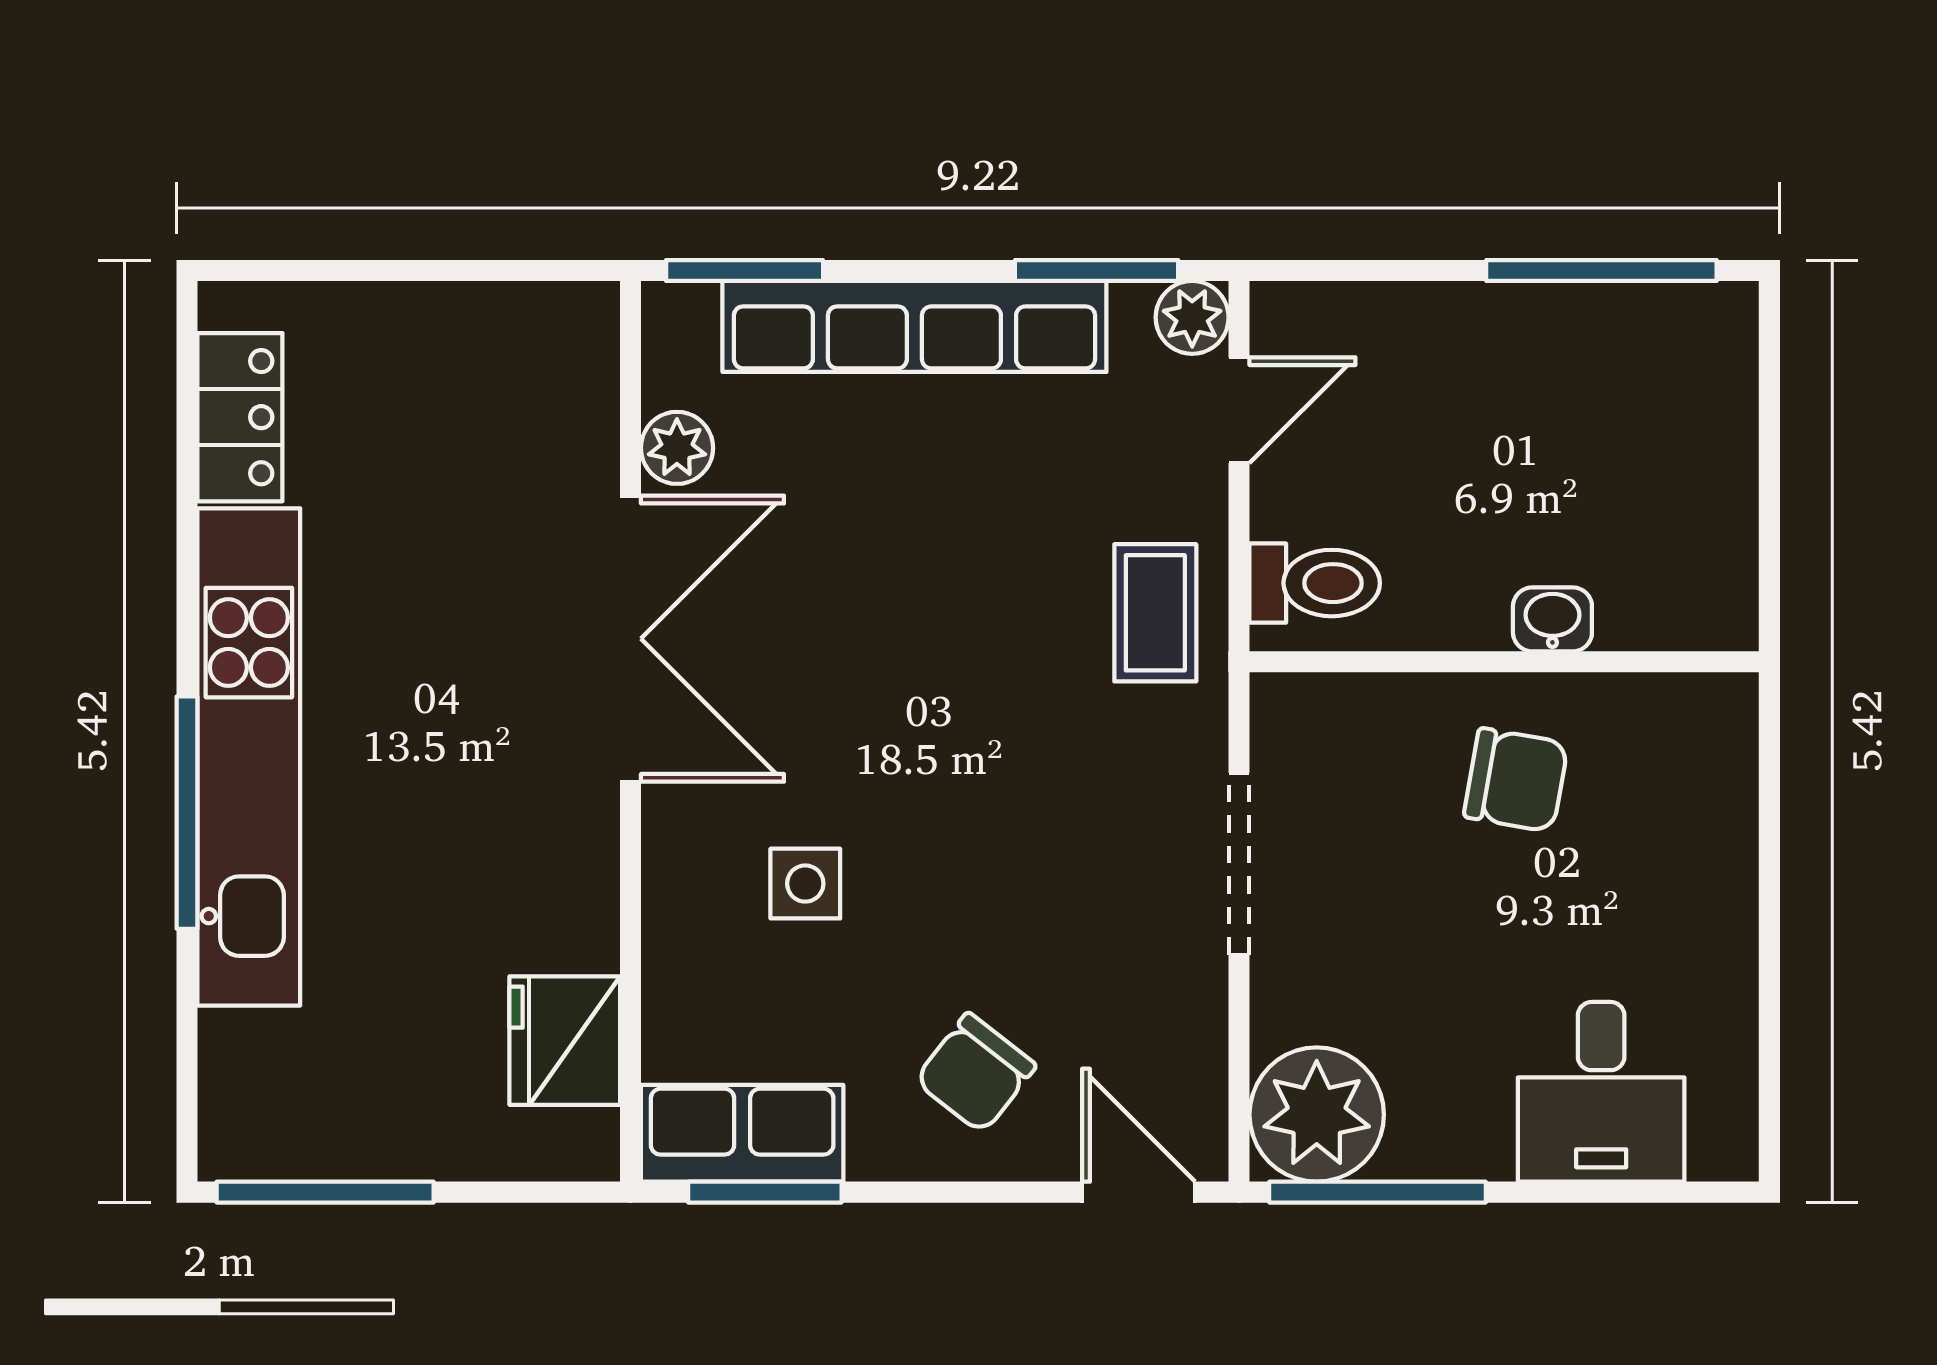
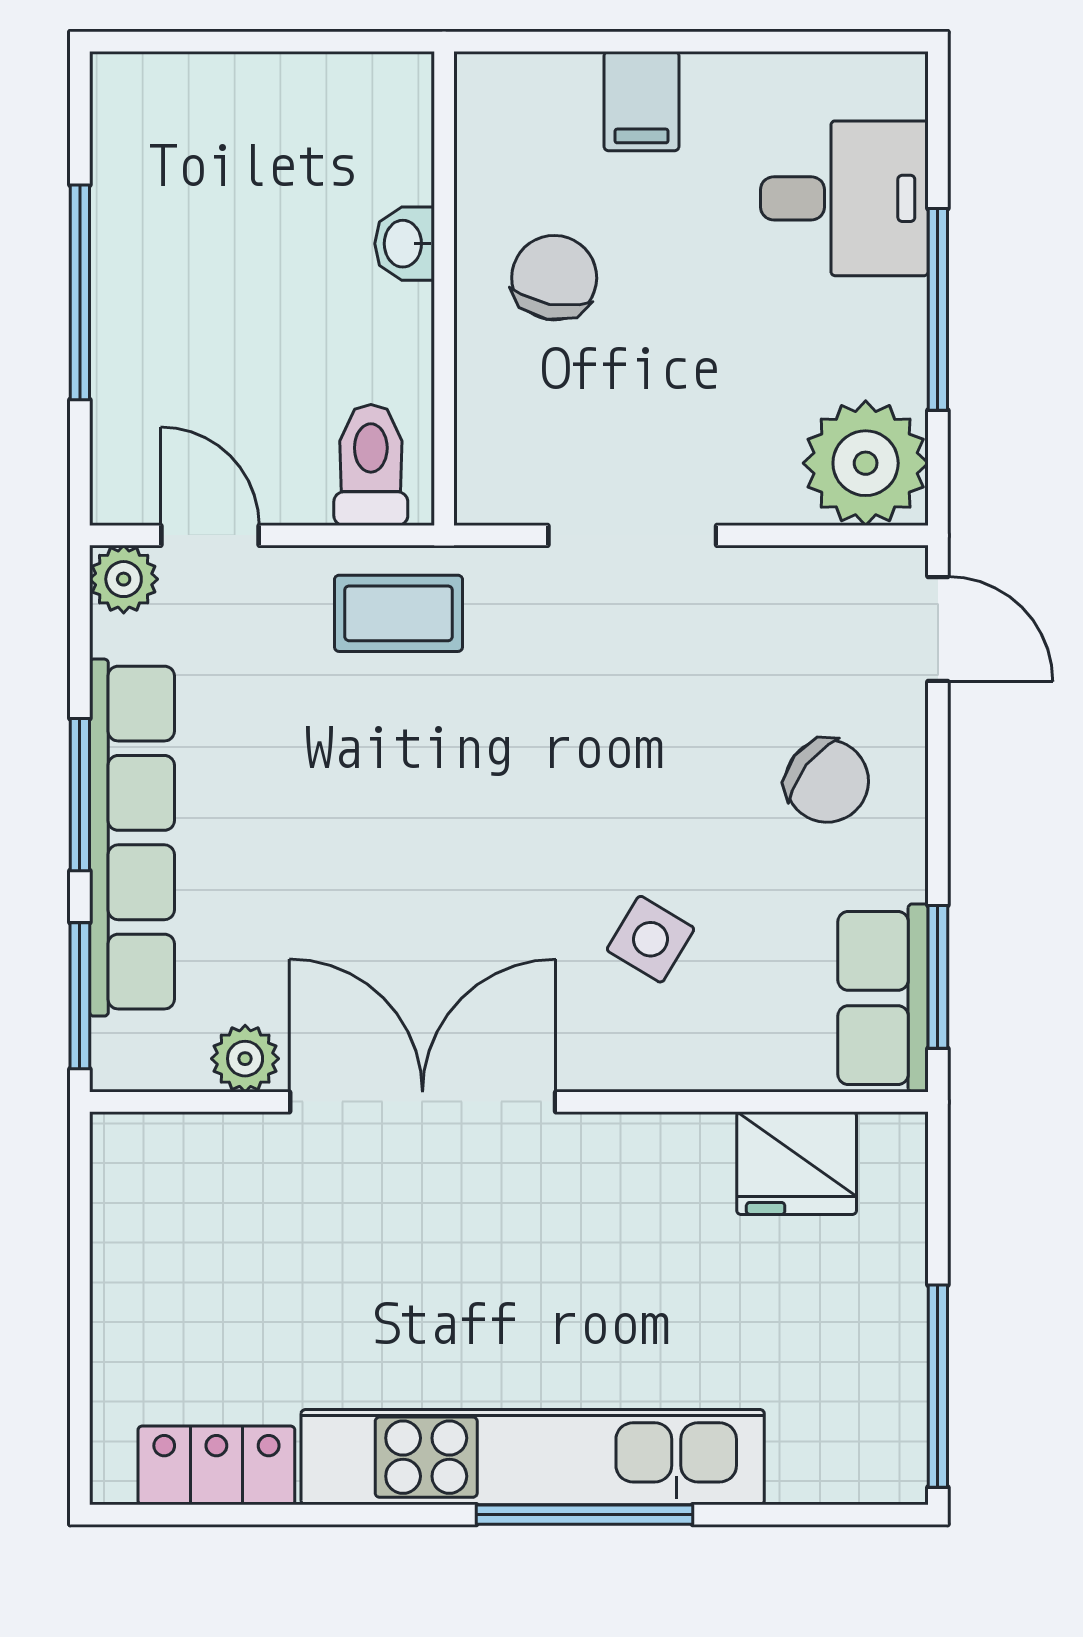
window: (1097, 271) -> (80, 795), moved
window: (1601, 271) -> (80, 292), moved
filing cabinet: (1706, 874) -> (642, 101), added
side table: (805, 884) -> (651, 939), turned 31
door: (1139, 1192) -> (938, 629), swing flipped
window: (1377, 1192) -> (938, 309), moved

